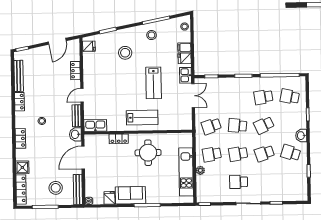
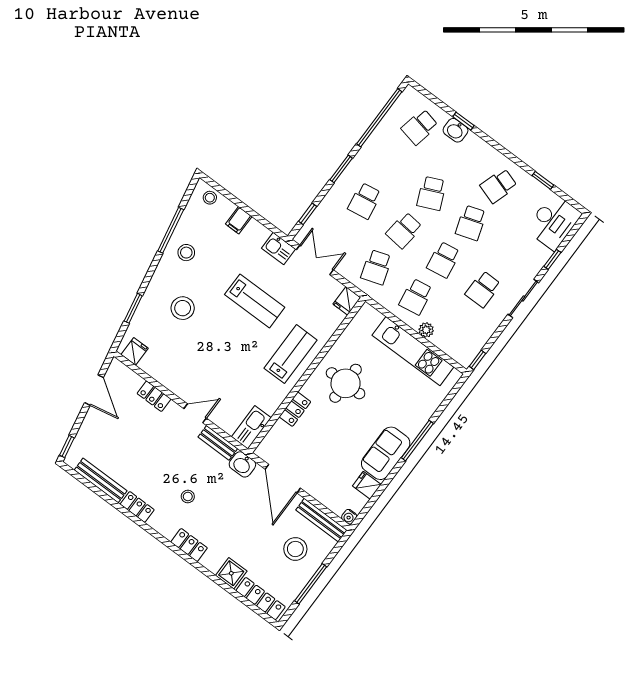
fridge: (185, 58) -> (347, 301), moved
door: (82, 95) -> (195, 413), swing flipped
school desk: (263, 97) -> (365, 201), moved
washbasin: (301, 136) -> (455, 130), moved
desk: (294, 190) -> (554, 222), added

